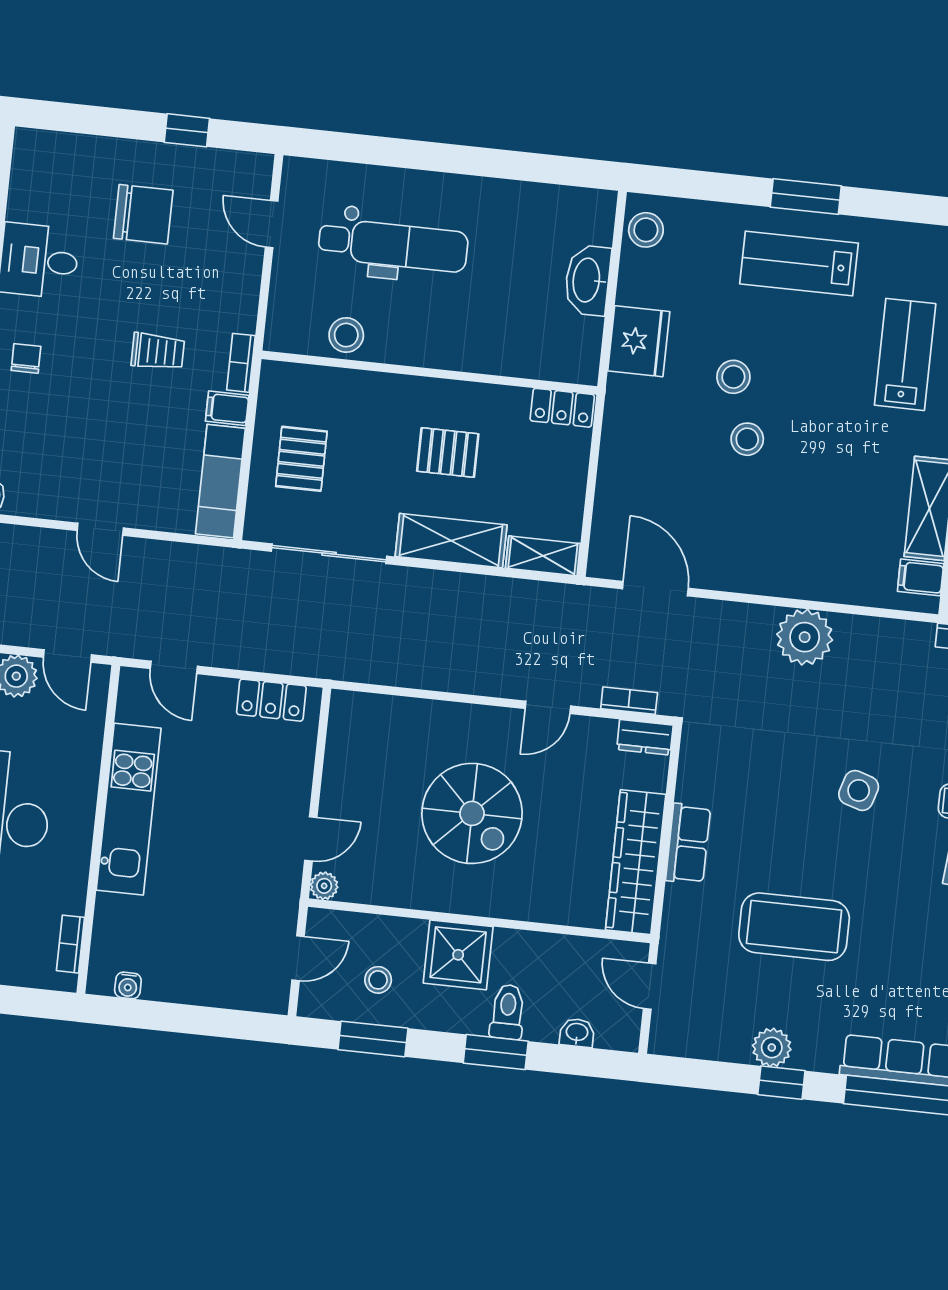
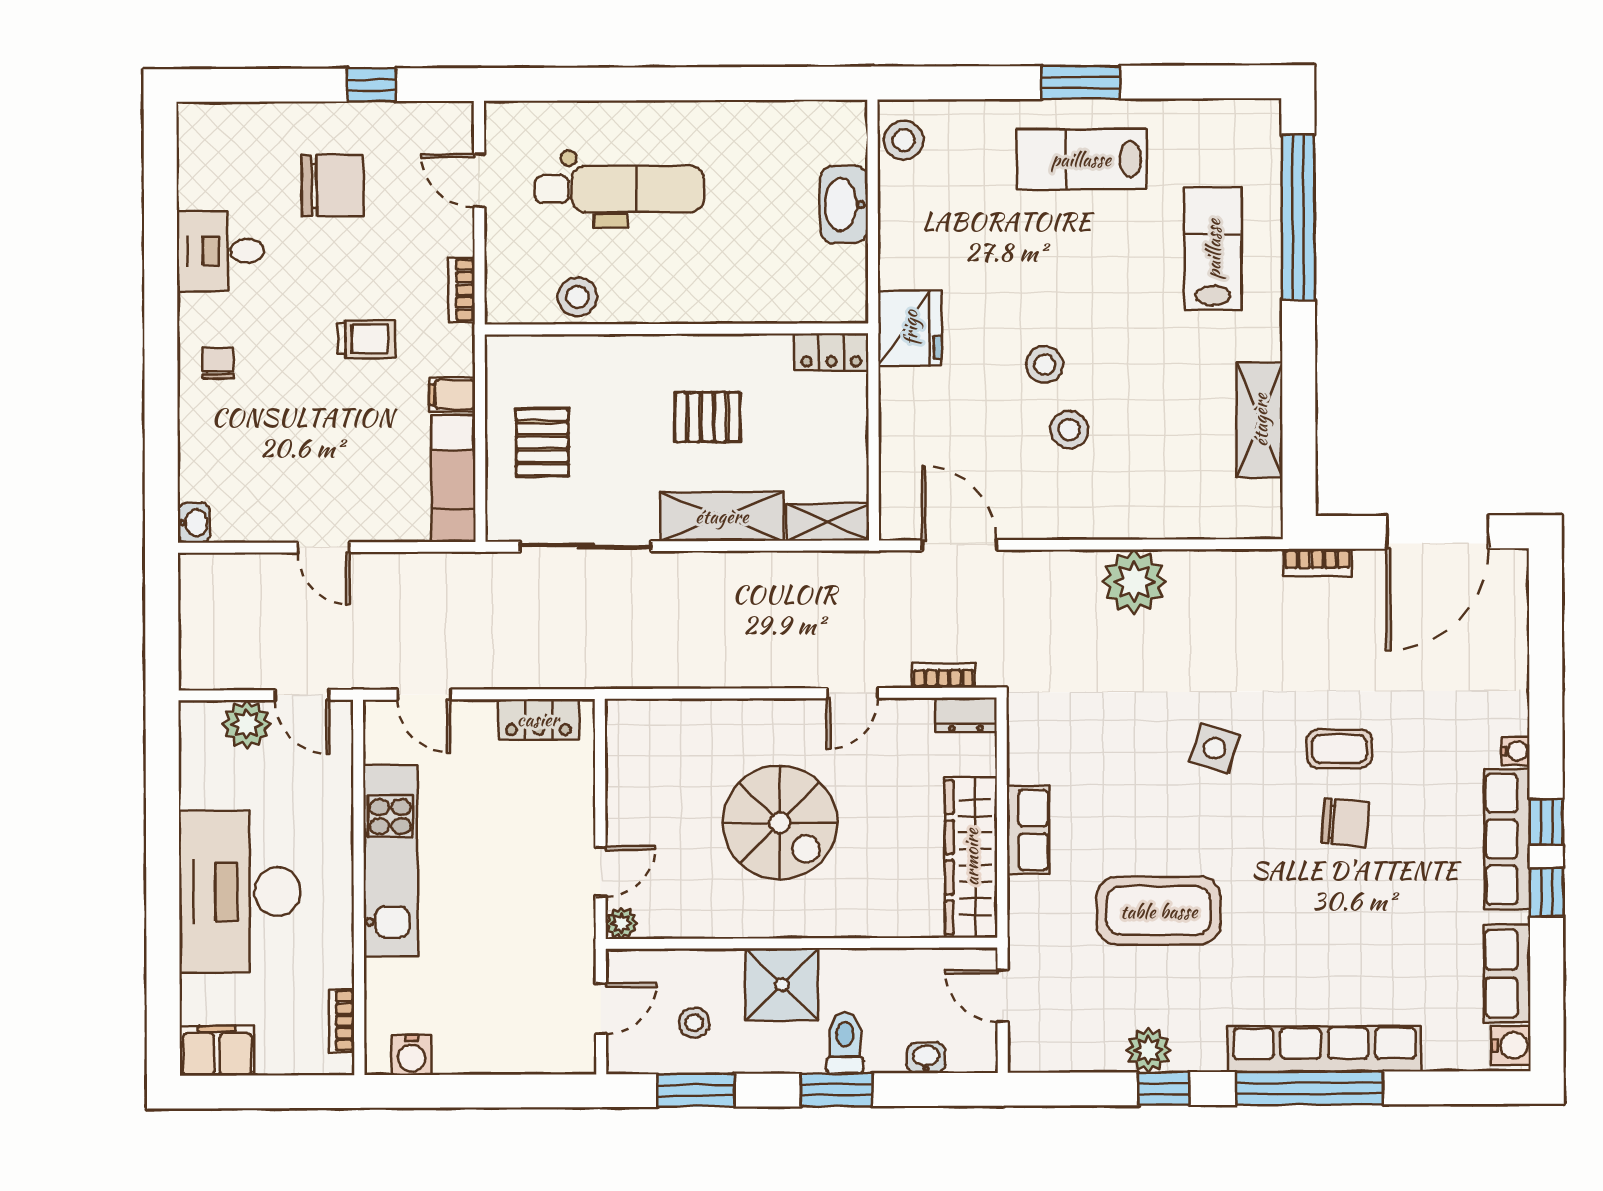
fridge: (639, 341) -> (910, 328), moved
bookcase: (241, 363) -> (462, 290), moved
stool: (733, 377) -> (1069, 430), moved
filing cabinet: (921, 577) -> (1258, 499), removed
water cooler: (128, 985) -> (412, 1055), width x1.38, depth x1.38

